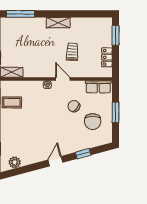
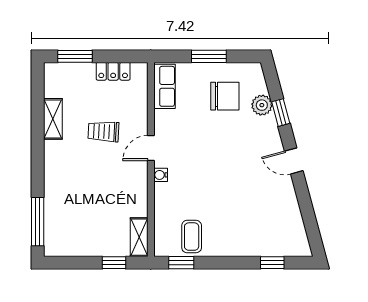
shelving: (58, 23) -> (53, 119), moved
chair: (74, 106) -> (198, 129), removed
plant: (15, 162) -> (262, 105), moved

